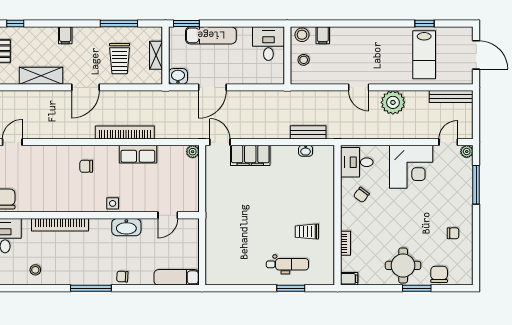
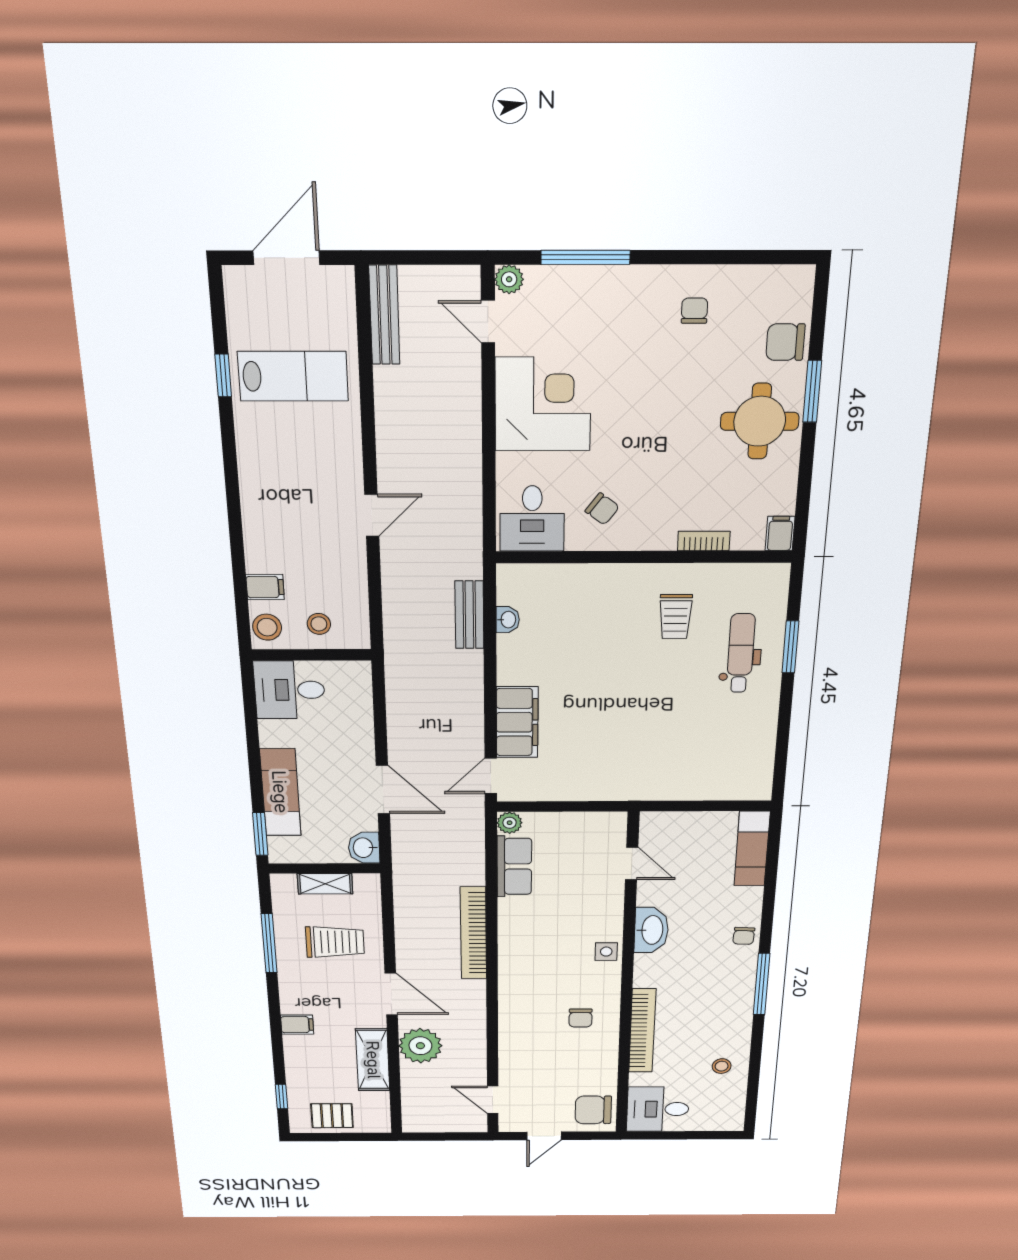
plant: (393, 102) -> (420, 1046), moved
row of seats: (138, 154) -> (514, 866), moved
chair: (86, 166) -> (580, 1018), moved

